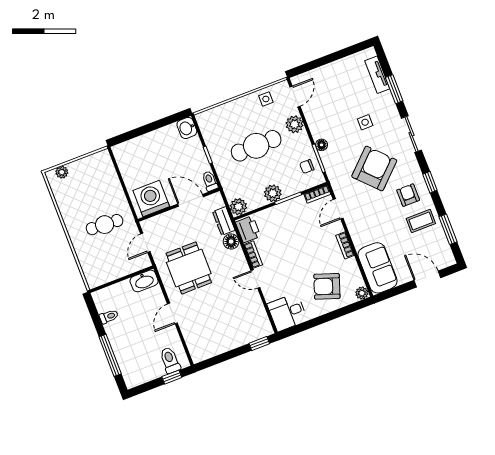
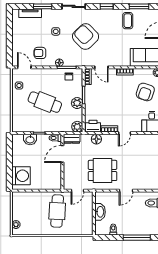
plant: (295, 124) -> (41, 74), removed
washbasin: (187, 128) -> (30, 139), moved
cafe table: (256, 146) -> (45, 102), turned -68
armchair: (408, 195) -> (40, 53), moved
washing machine: (151, 199) -> (21, 176), moved, turned 180
dresser: (224, 221) -> (72, 139), moved
cafe table: (105, 225) -> (57, 211), width x1.37, depth x1.35
door: (145, 243) -> (77, 191), hinge flipped
washbasin: (144, 281) -> (100, 212), moved
door: (172, 313) -> (126, 191), hinge flipped

